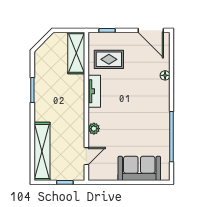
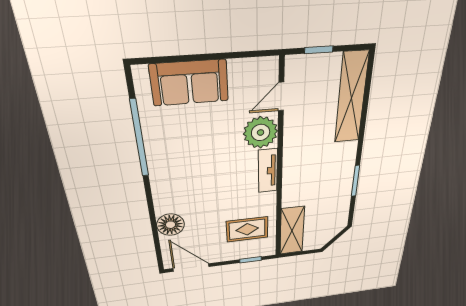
floor lamp: (165, 75) -> (171, 225), width x1.89, depth x1.89
tv unit: (94, 91) -> (268, 171), moved
plant: (94, 129) -> (261, 132), width x1.87, depth x1.87

